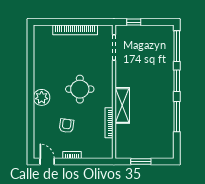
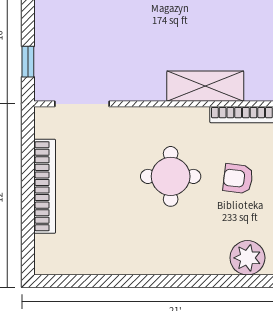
plant: (42, 97) -> (247, 258), moved
armchair: (67, 126) -> (238, 179), moved

